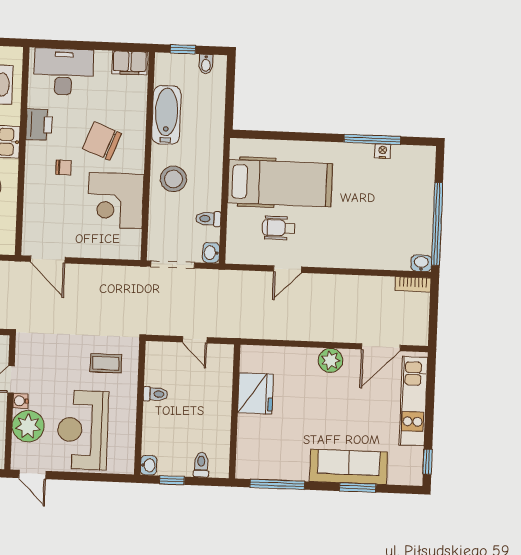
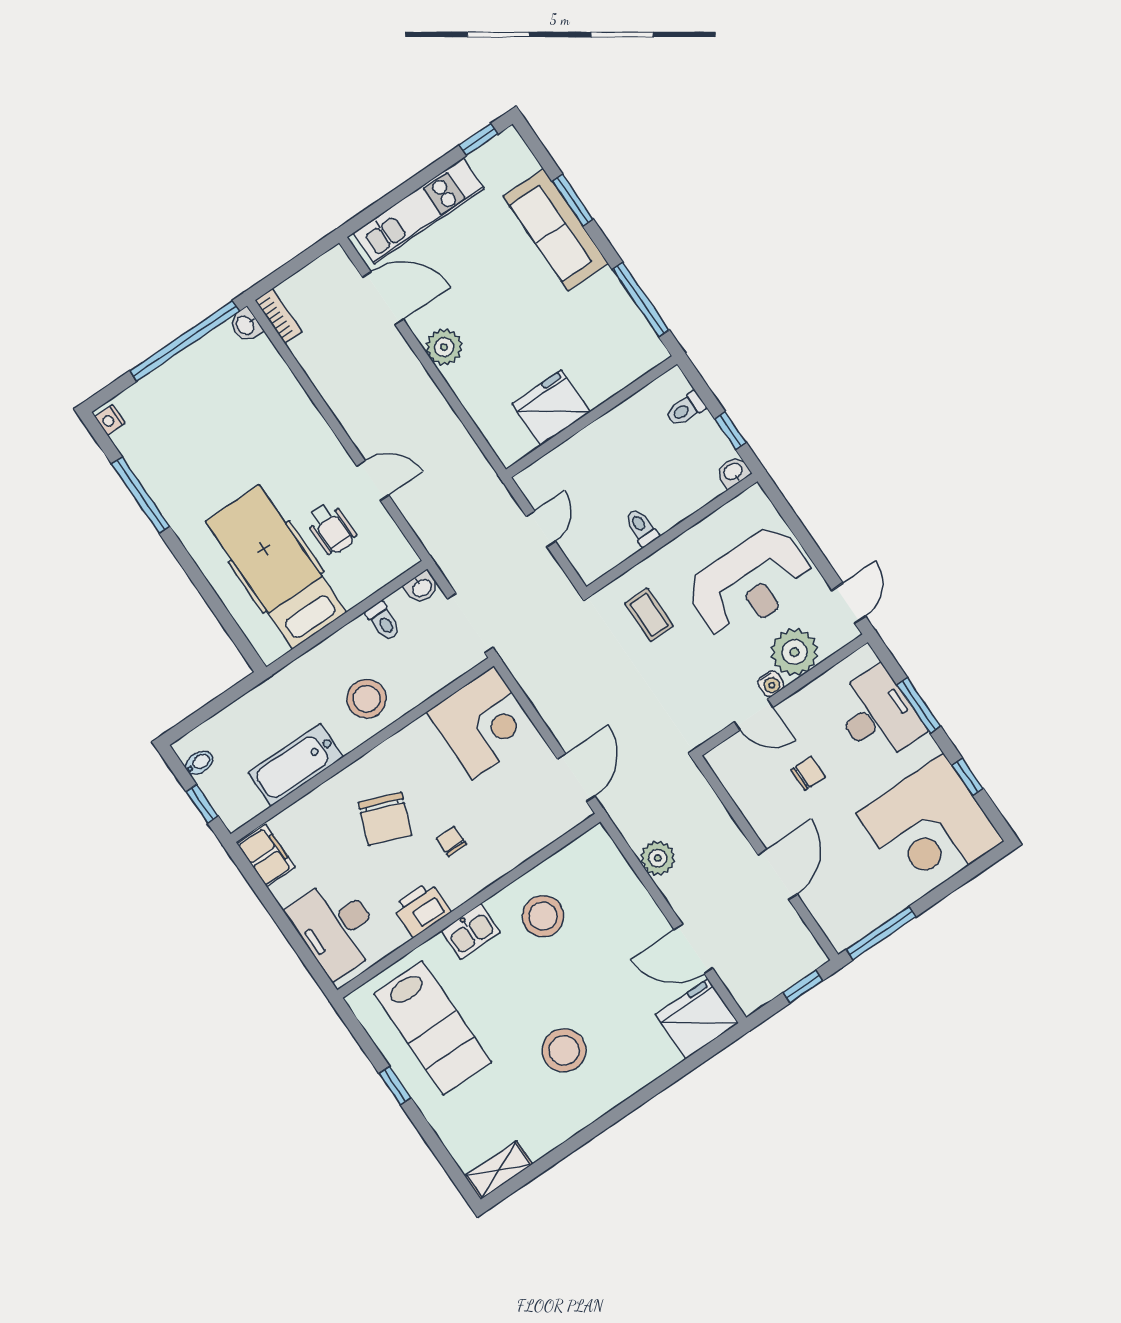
nightstand: (383, 151) -> (110, 420), moved
corner desk: (116, 200) -> (483, 723), moved

